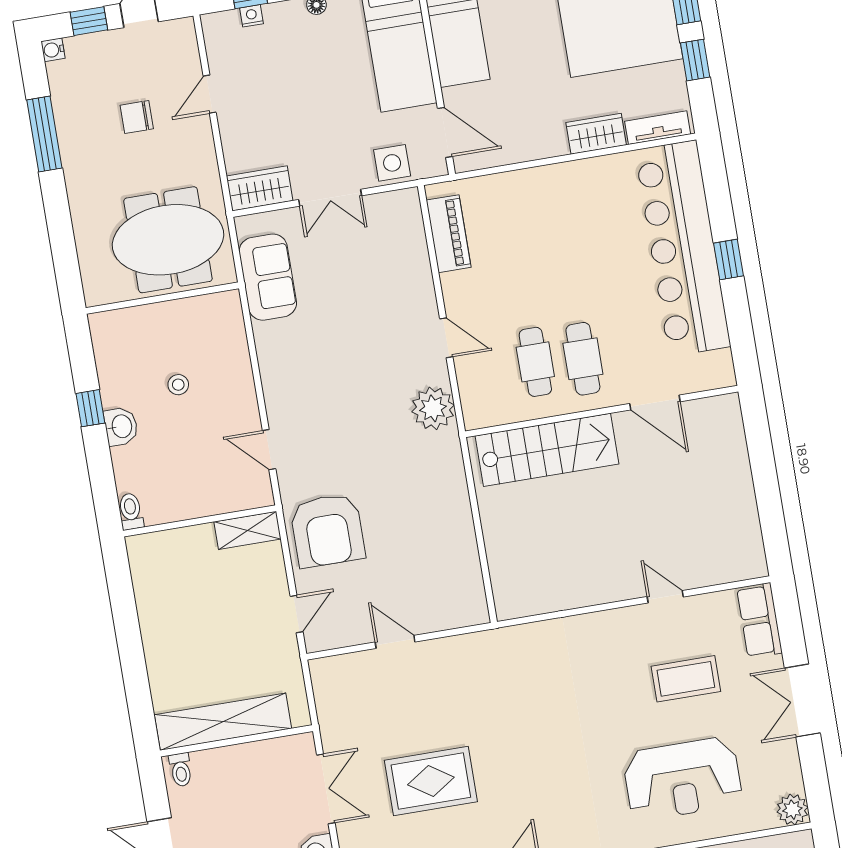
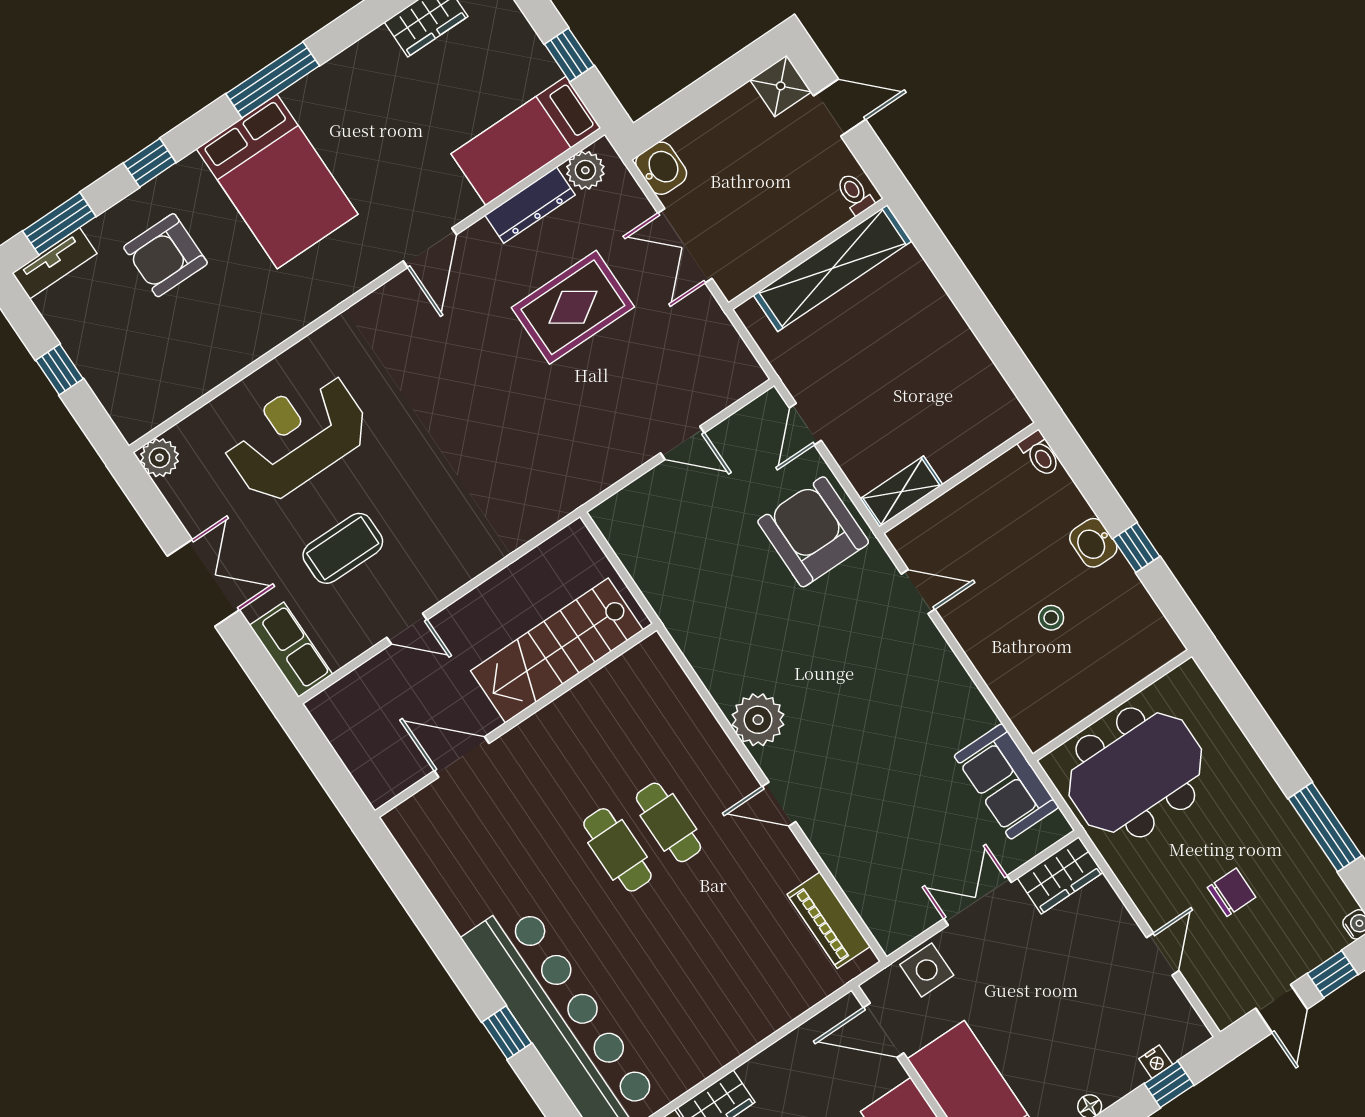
door: (655, 403) -> (462, 757), moved
wall: (602, 411) -> (516, 720), moved
stairs: (547, 450) -> (557, 650), moved

